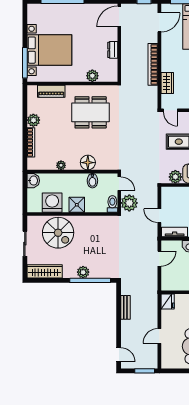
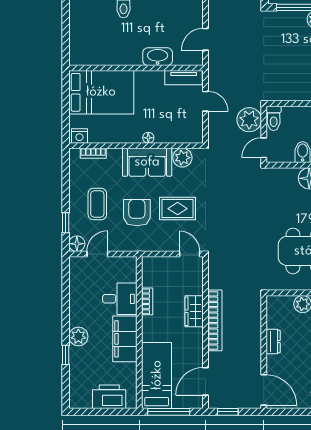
door: (119, 17) -> (264, 390), hinge flipped
wardrobe: (167, 83) -> (194, 311), moved
door: (119, 184) -> (264, 148), hinge flipped

